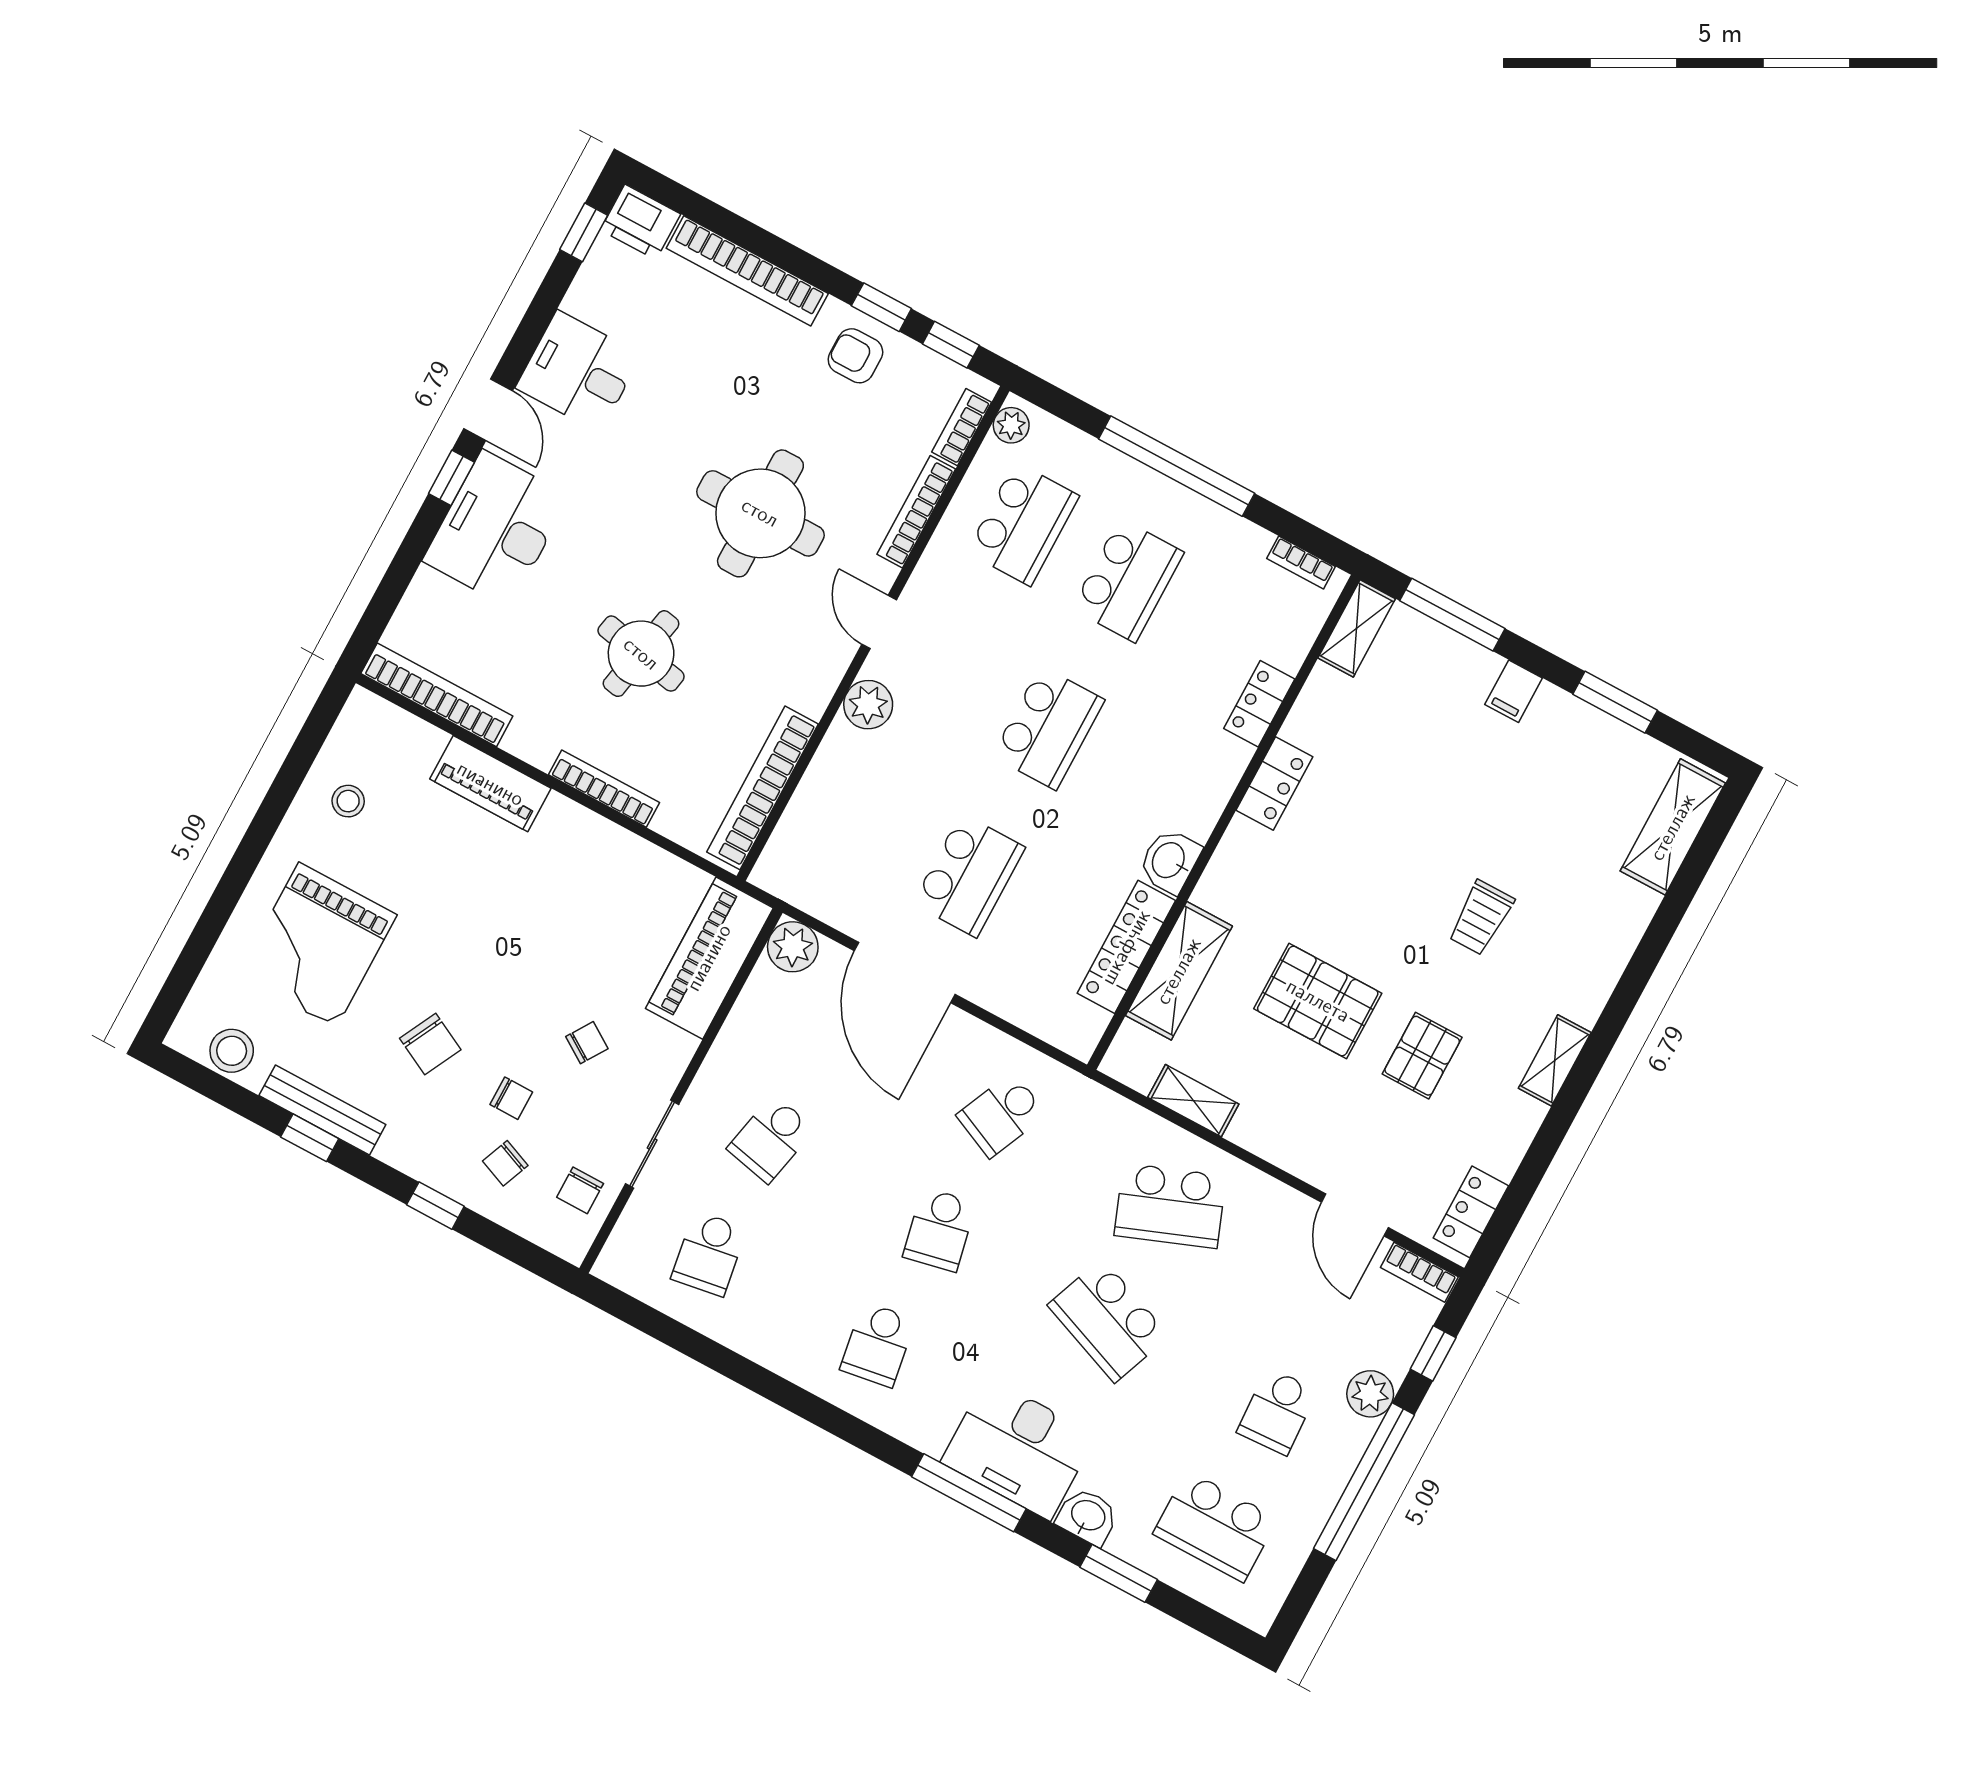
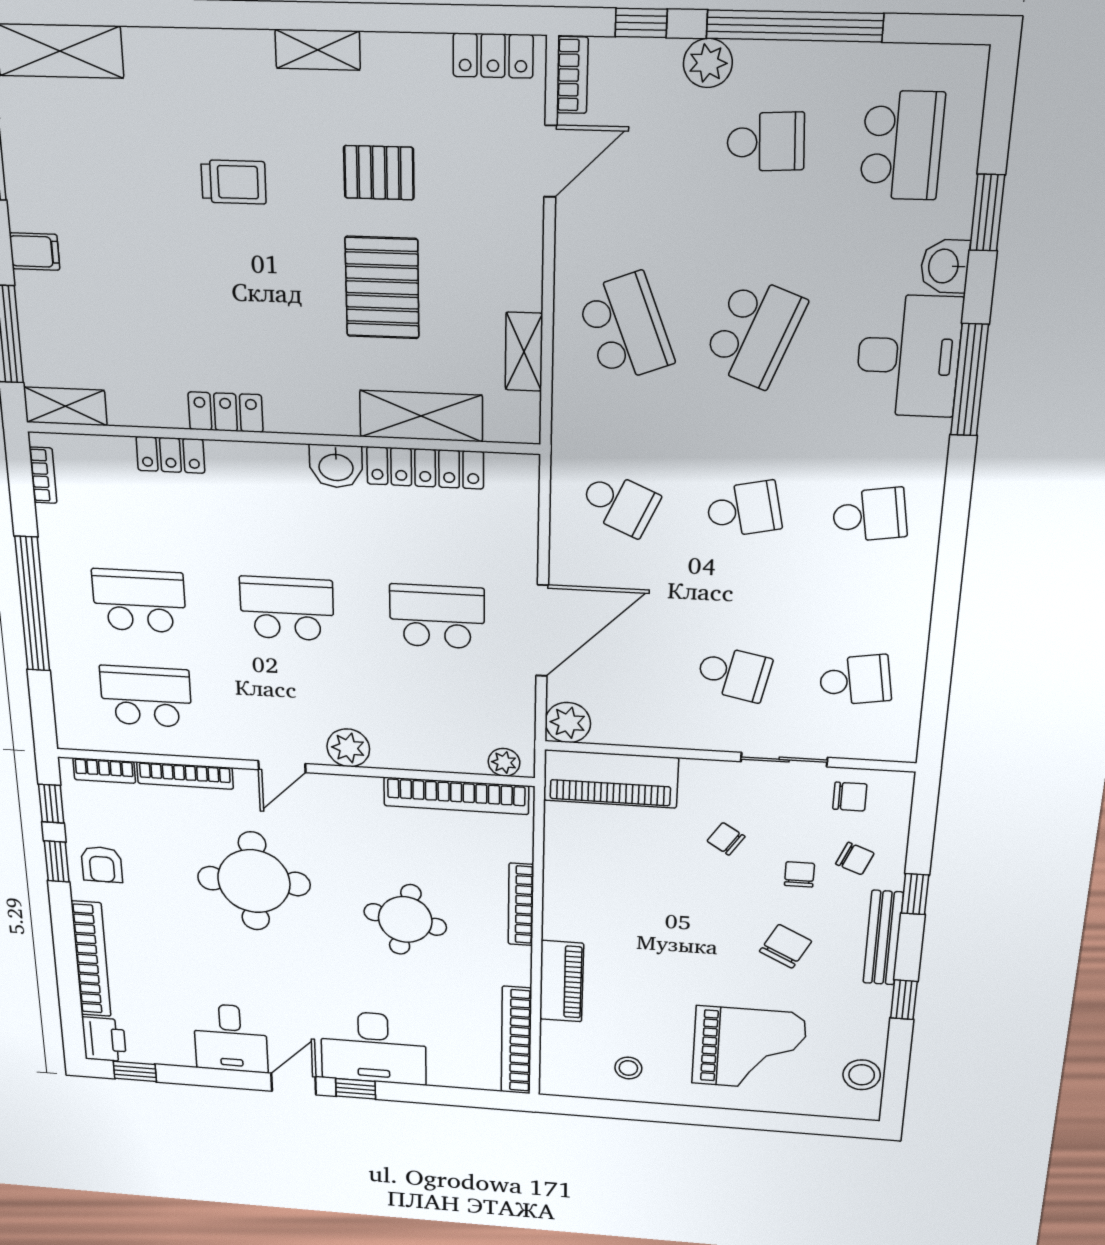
plant: (1011, 425) -> (504, 762), moved
bench: (322, 1110) -> (883, 938), moved

